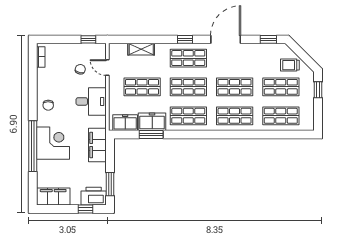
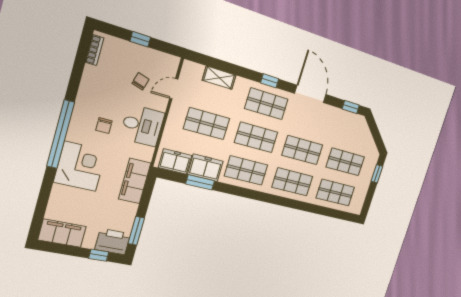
window: (88, 39) -> (140, 39), moved
door: (226, 39) -> (310, 94), hinge flipped
trolley: (290, 65) -> (361, 141), removed
door: (107, 68) -> (174, 89), hinge flipped
chair: (48, 105) -> (104, 126), moved
window: (33, 146) -> (61, 134), moved

